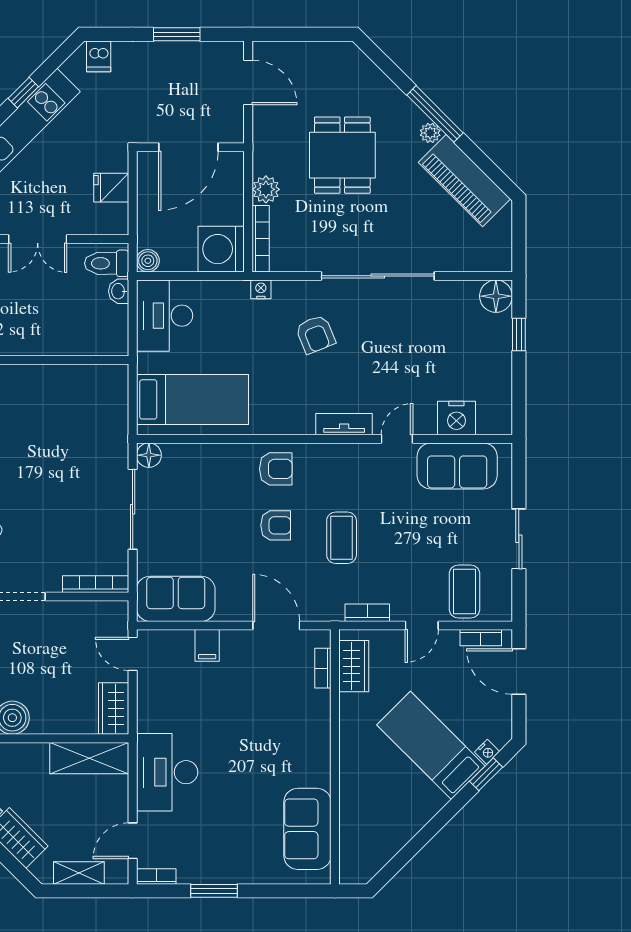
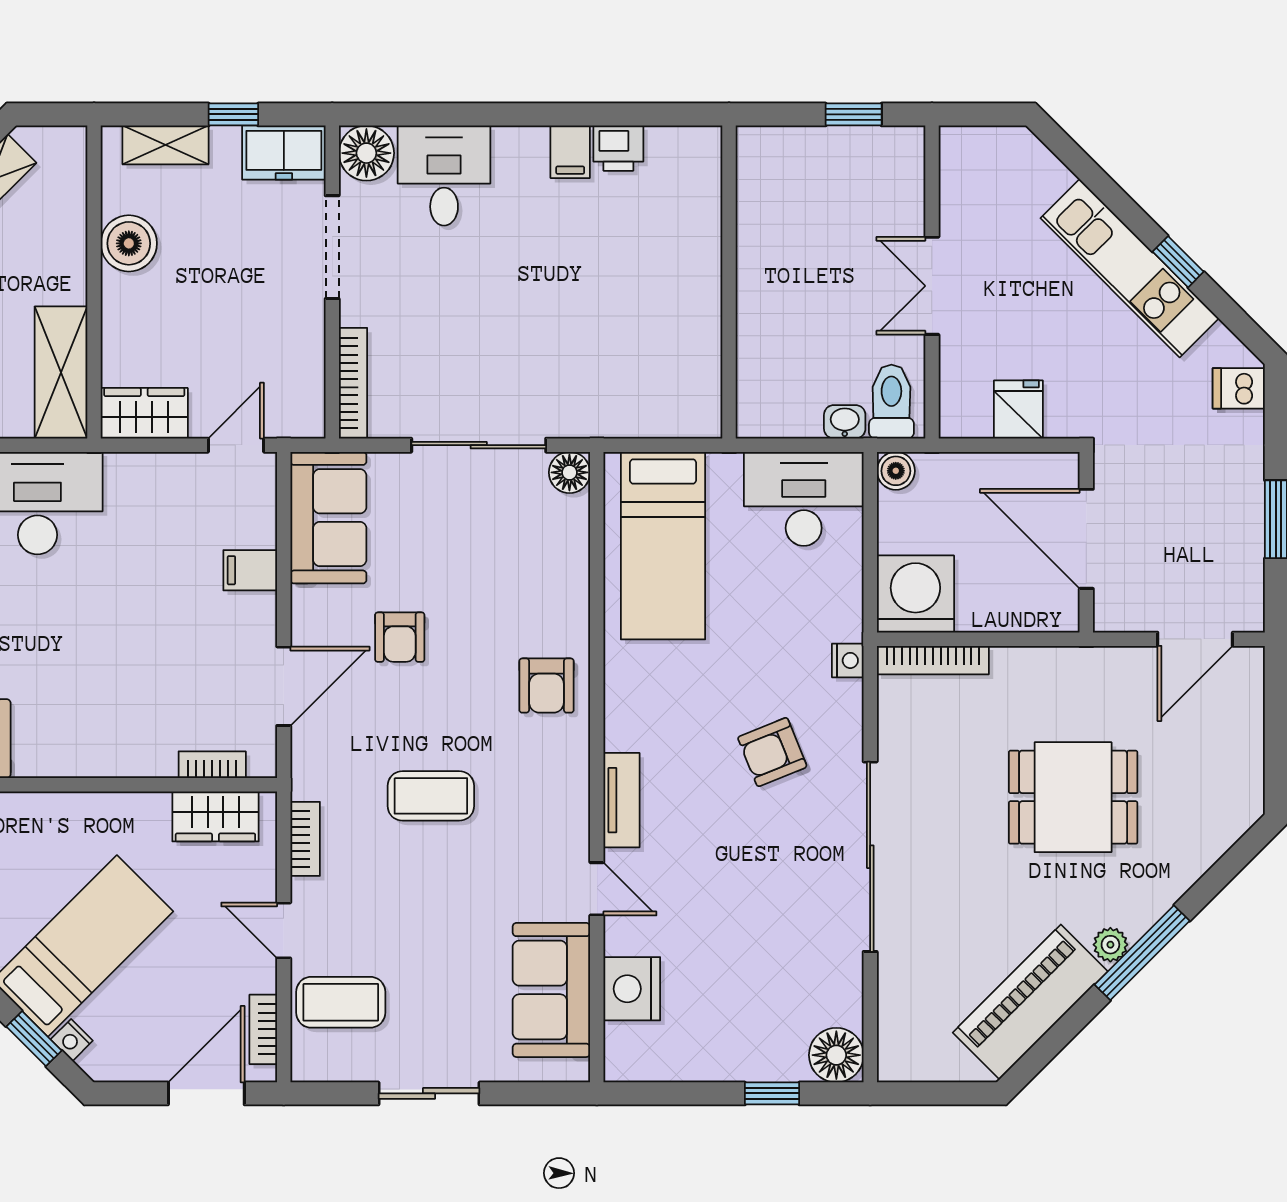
plant: (266, 189) -> (1015, 669), removed
armchair: (276, 525) -> (400, 637), moved

